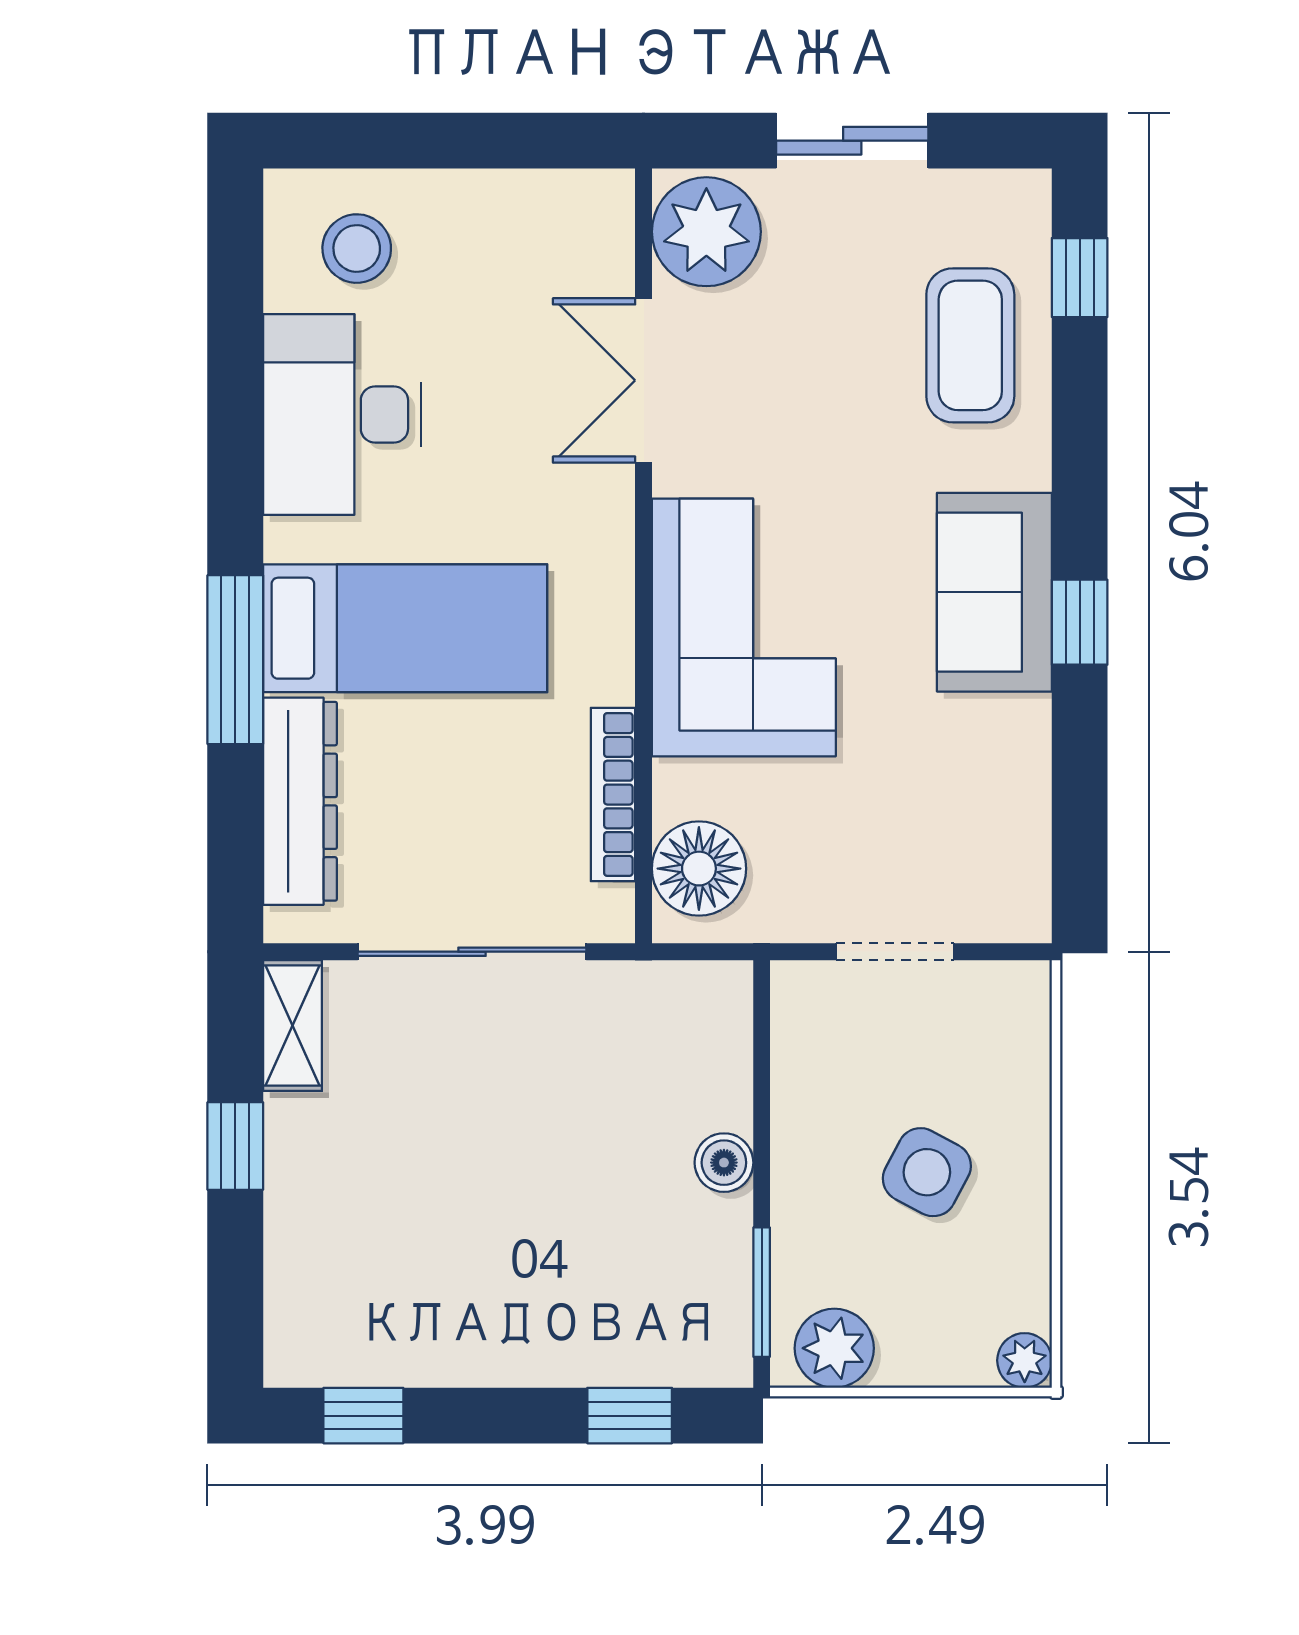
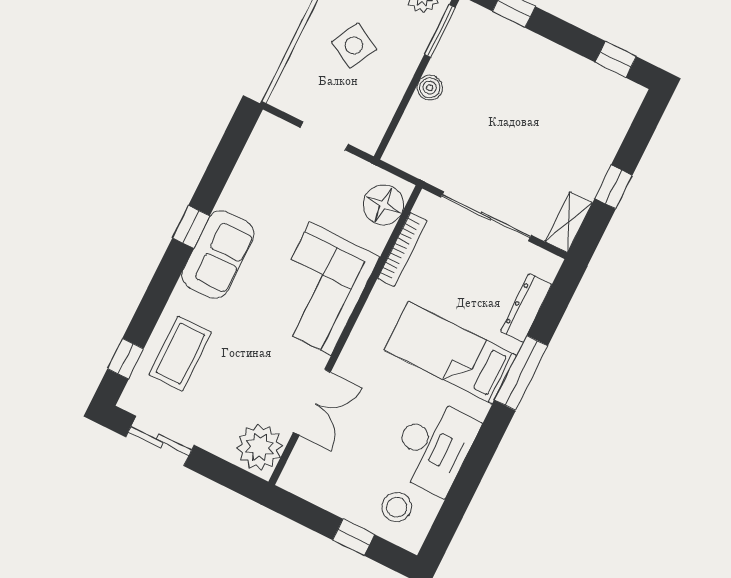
window: (415, 141) -> (354, 537), added
sliding door: (852, 141) -> (160, 441), moved
dresser: (300, 801) -> (526, 308), width x0.73, depth x0.80

